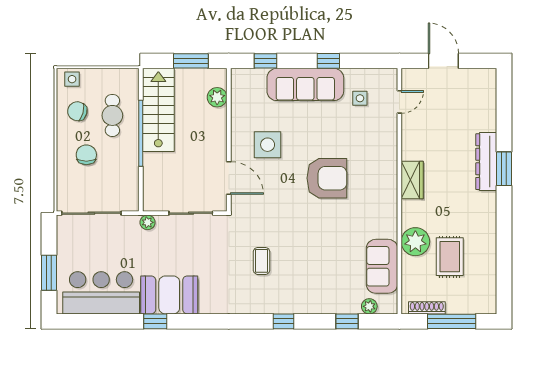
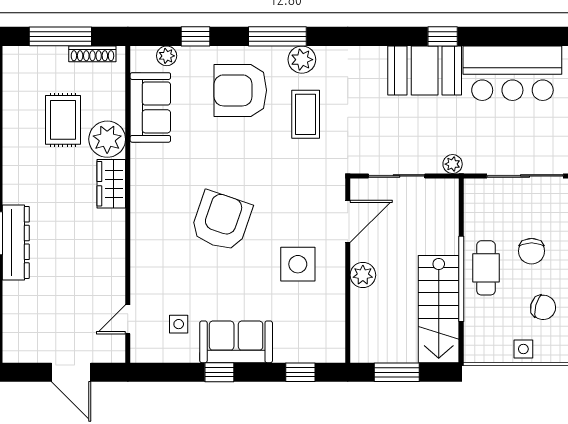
side table: (72, 79) -> (523, 349), moved
sofa: (305, 84) -> (236, 342), width x0.73
plant: (217, 97) -> (363, 275), moved
cafe table: (112, 115) -> (486, 268), moved
door: (229, 178) -> (348, 221), swing flipped
armchair: (327, 178) -> (221, 221), turned 109
wardrobe: (412, 180) -> (111, 184), moved
coffee table: (262, 261) -> (306, 114), width x1.36, depth x1.30
armchair: (312, 279) -> (240, 90), added
plant: (264, 303) -> (302, 60), added
window: (283, 321) -> (277, 36), width x2.17

